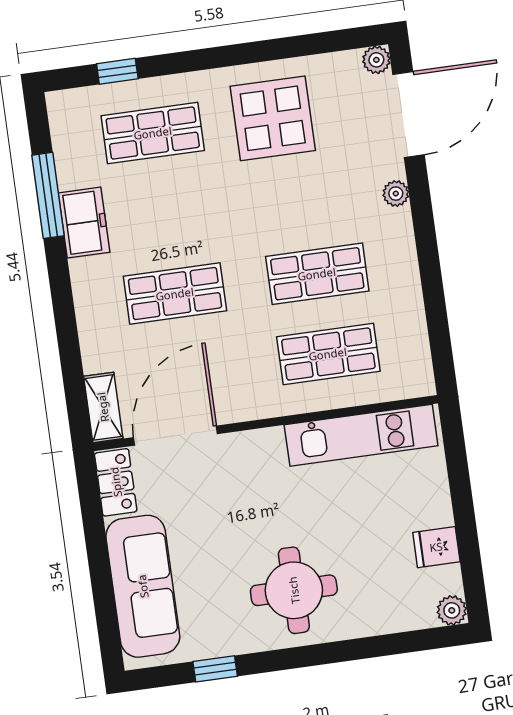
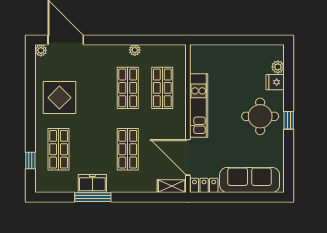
plant: (396, 194) -> (135, 50), moved
window: (48, 195) -> (93, 197), moved
kitchen unit: (361, 435) -> (199, 106), moved
fridge: (436, 547) -> (275, 82), moved, turned 90
plant: (452, 610) -> (278, 67), moved
window: (215, 669) -> (289, 120), moved

